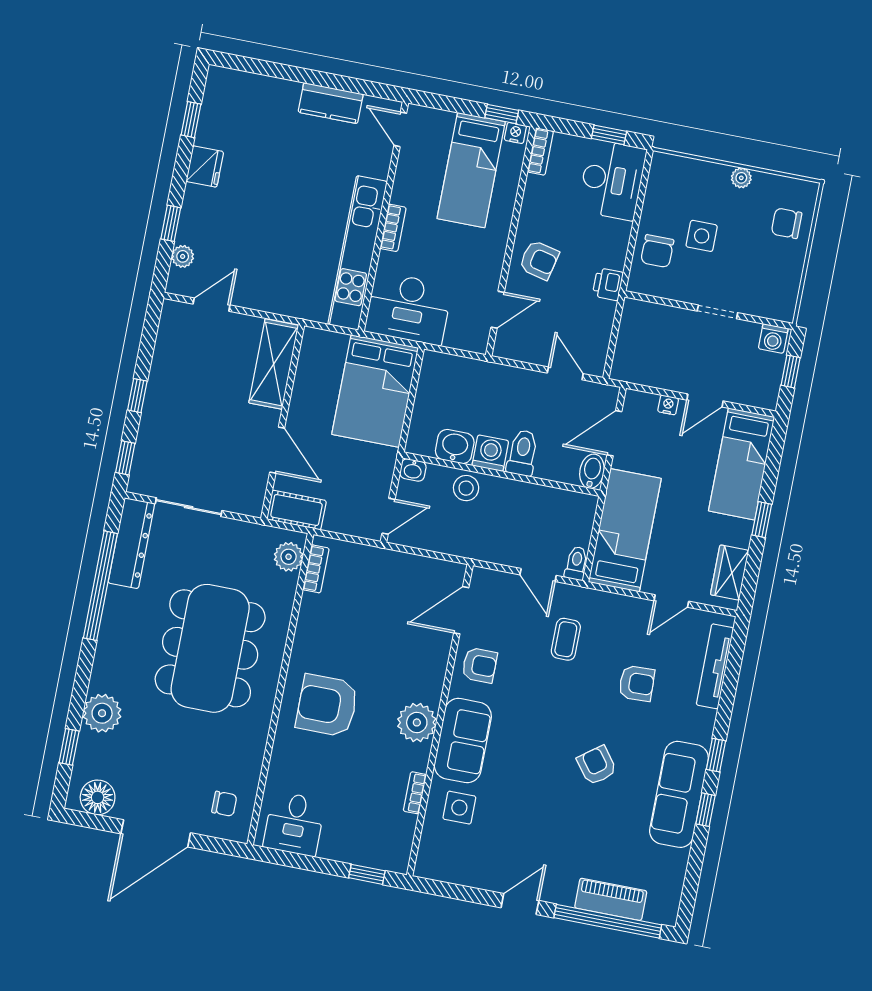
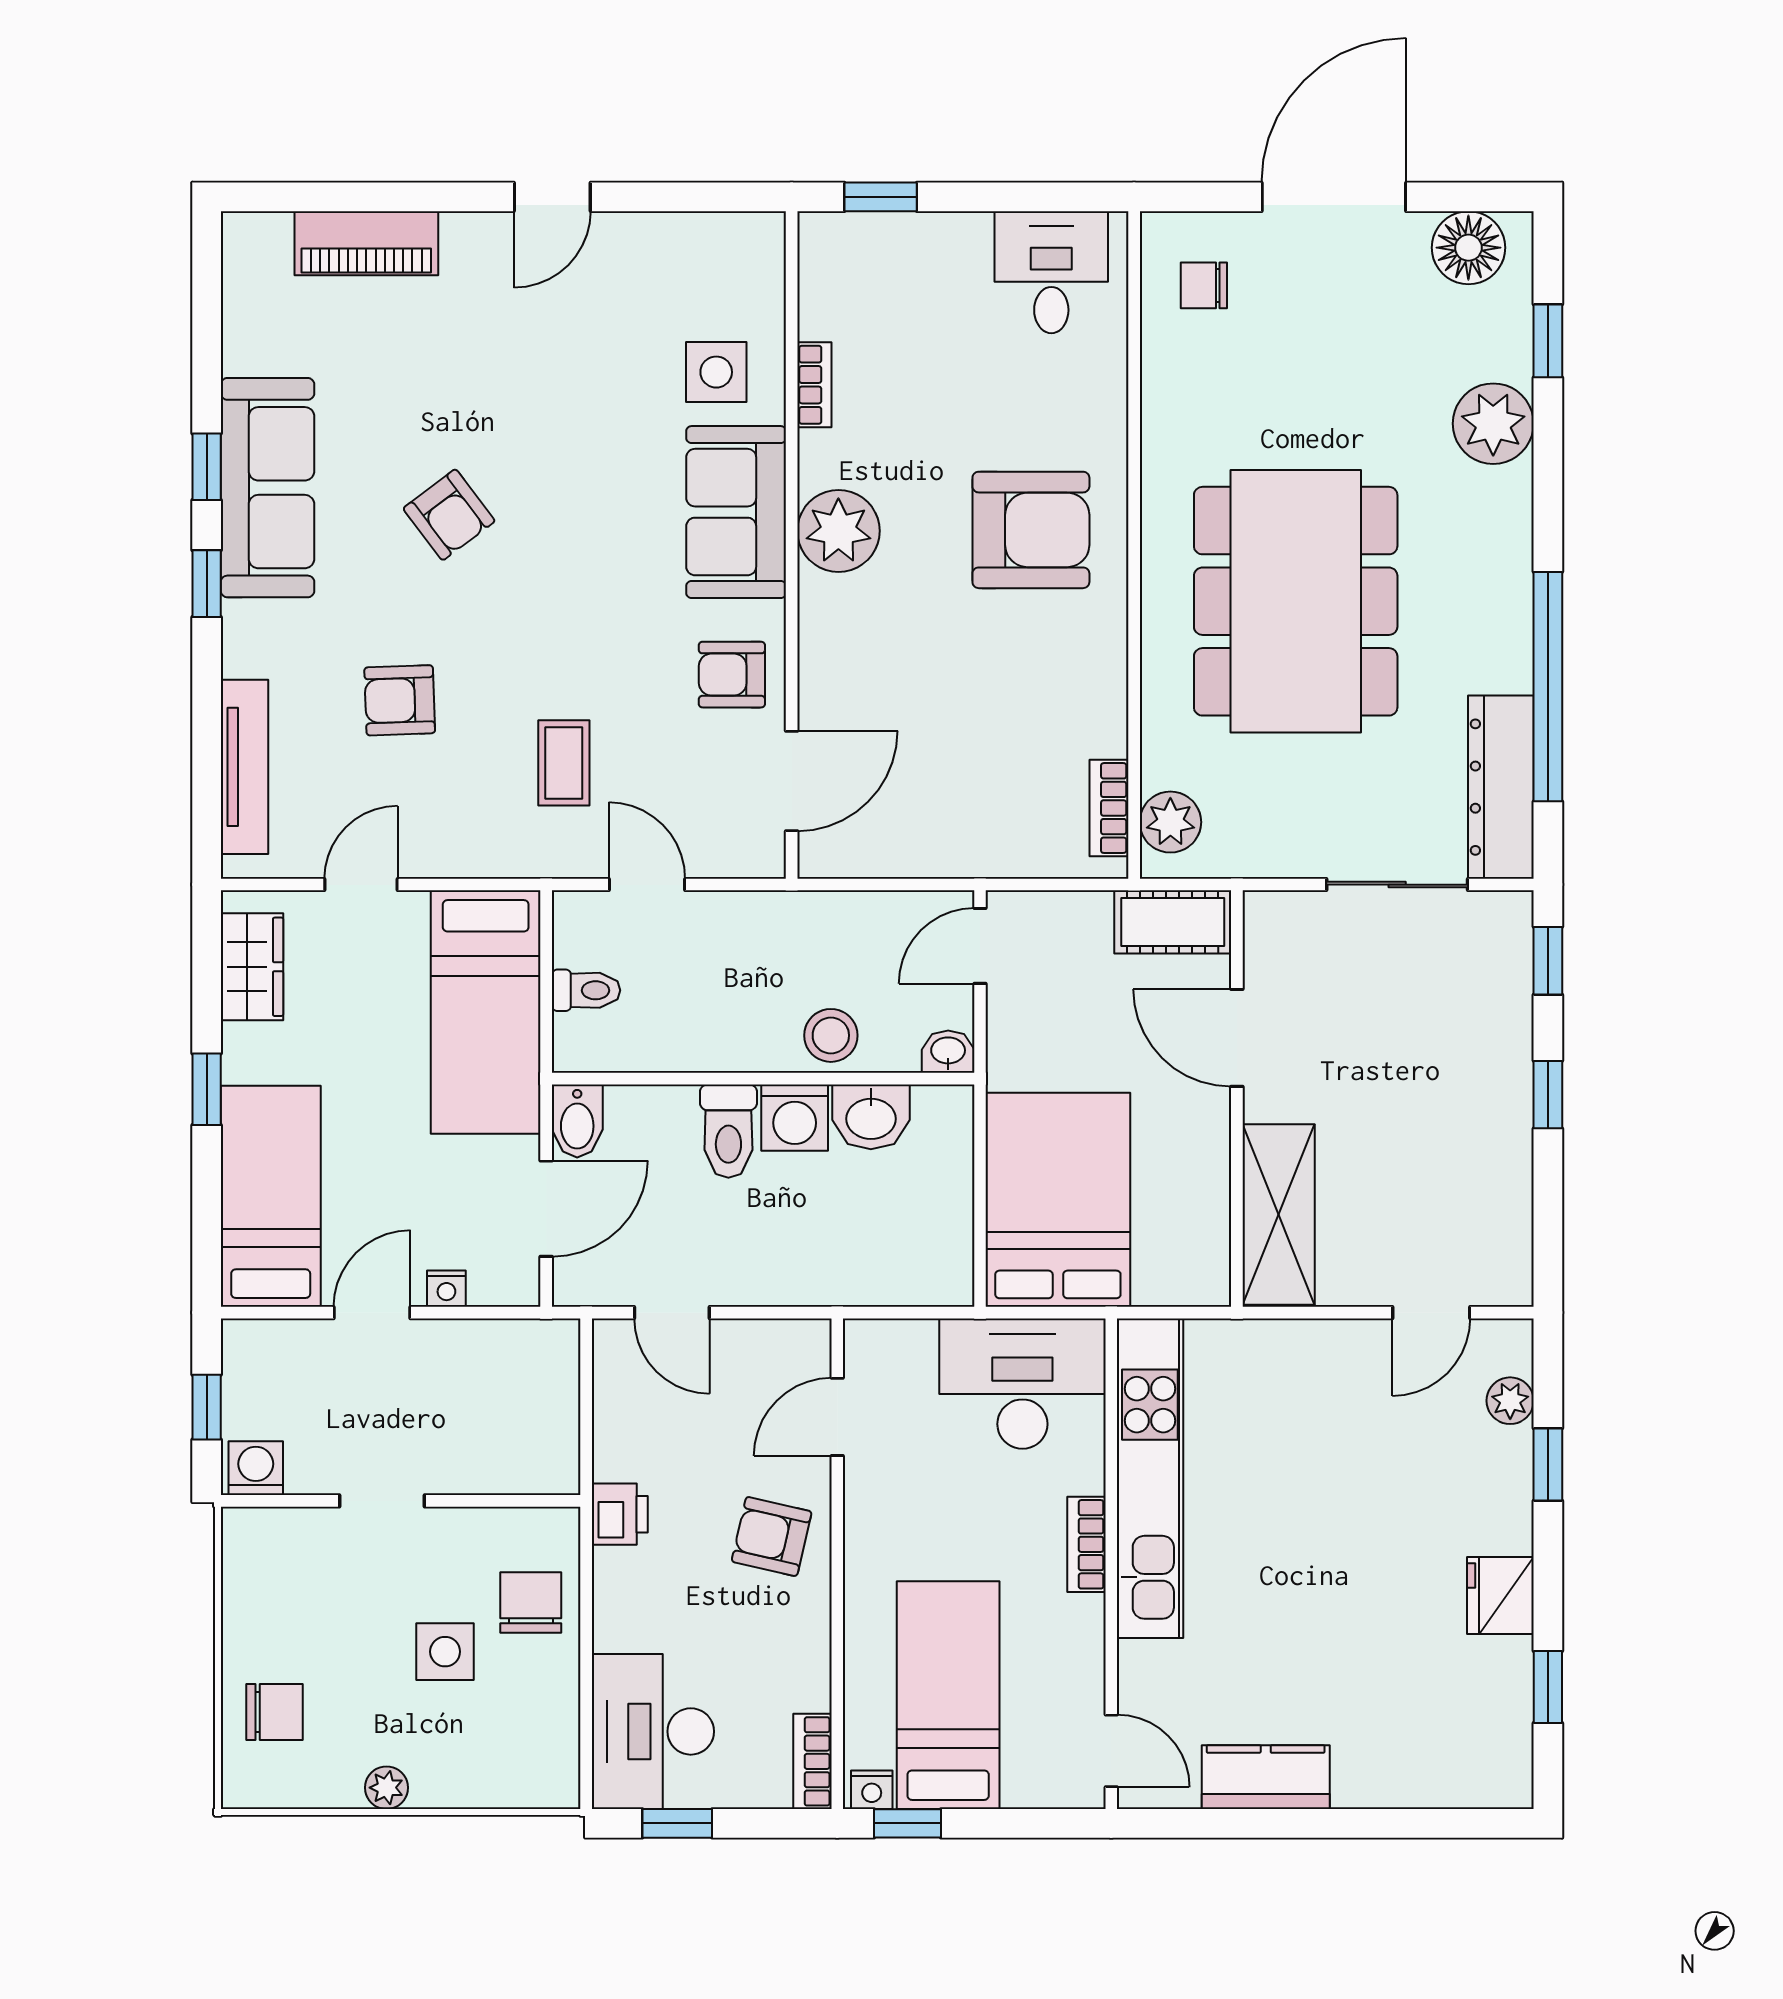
toilet: (576, 563) -> (586, 990), moved, turned -90
window: (608, 921) -> (364, 197), removed

